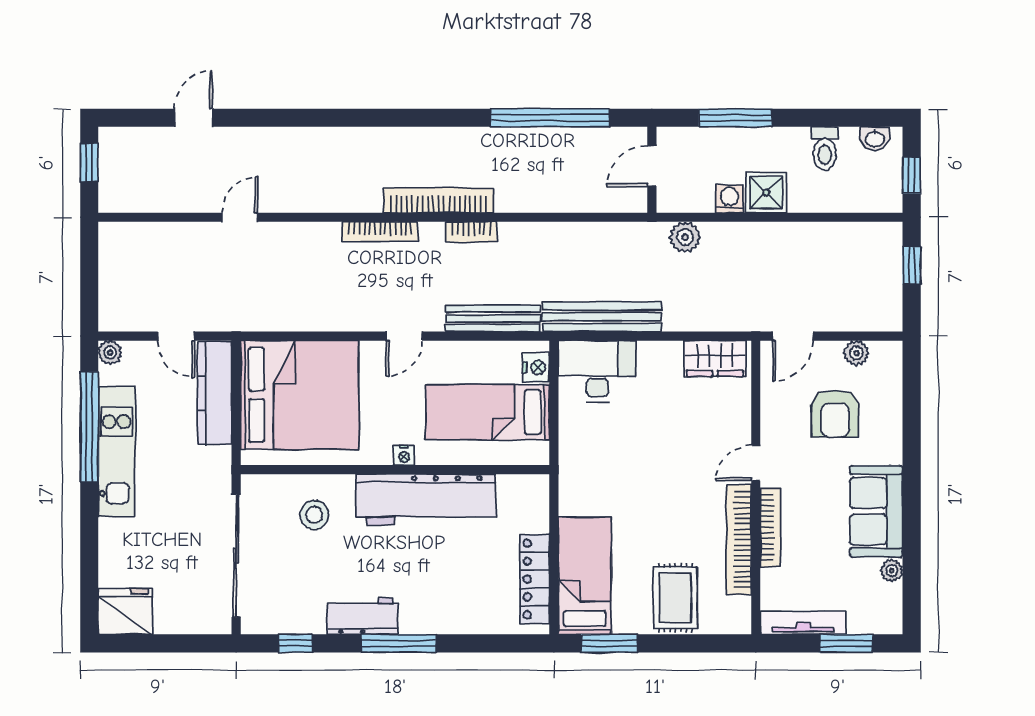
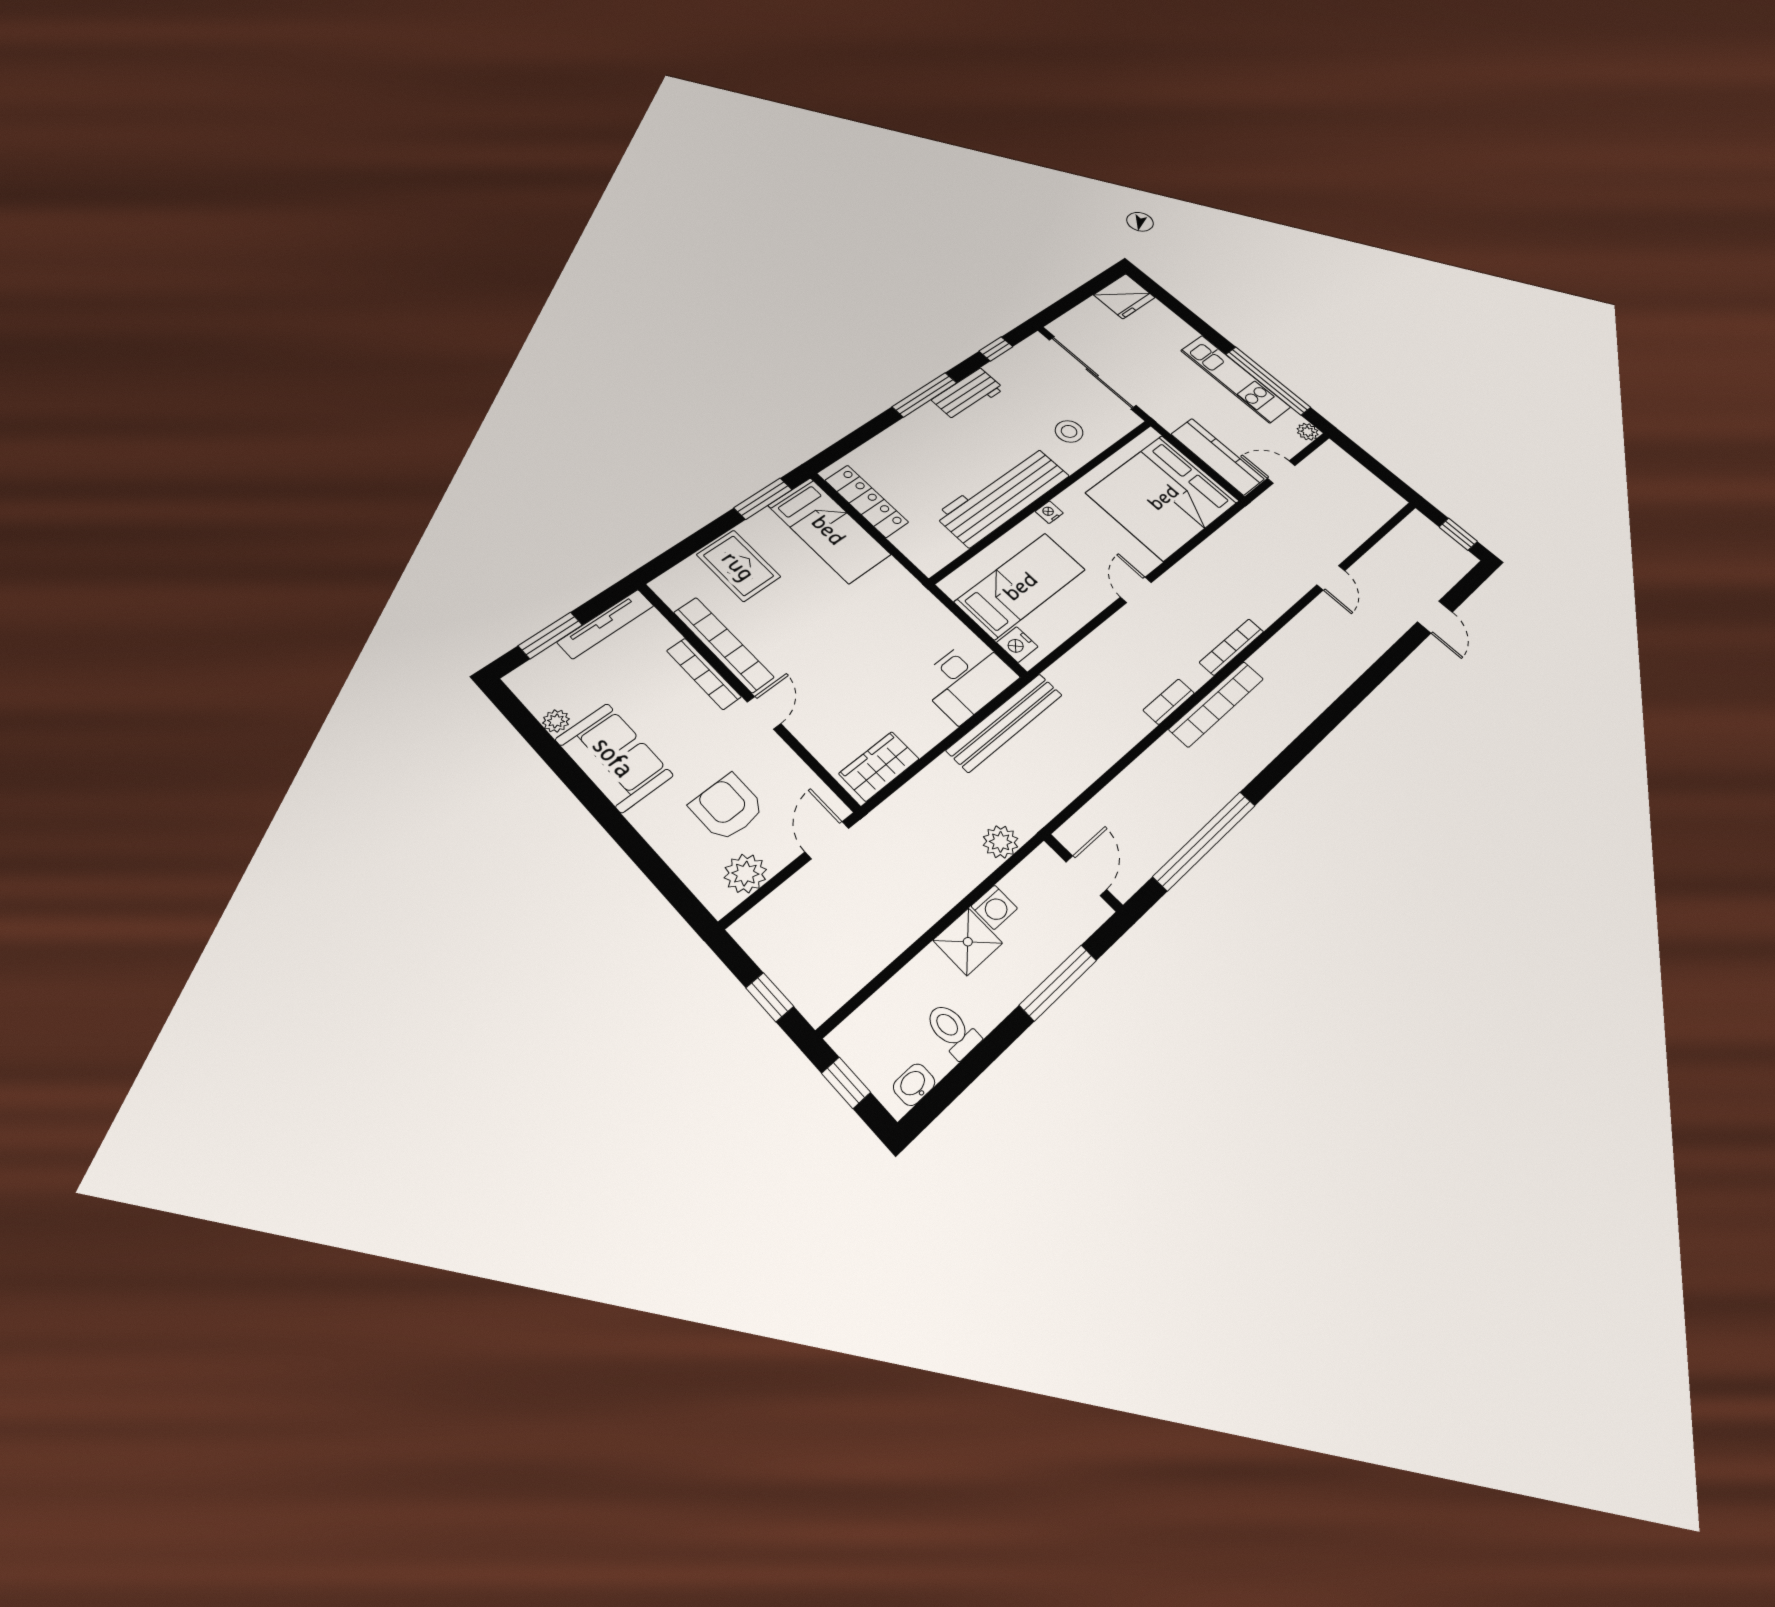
bench: (493, 318) -> (1086, 653), removed
plant: (856, 353) -> (745, 874), width x1.38, depth x1.38

